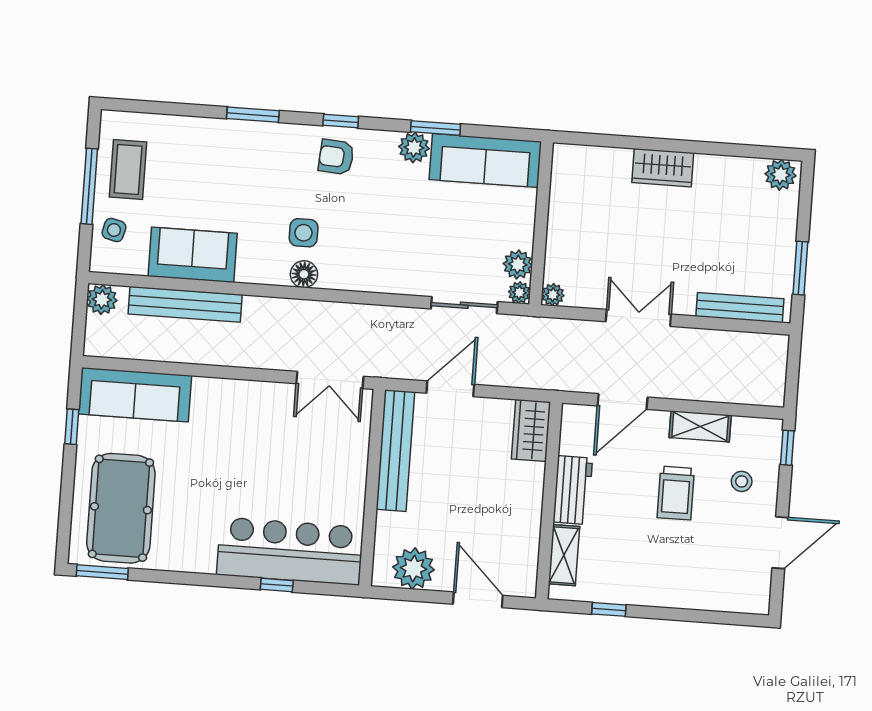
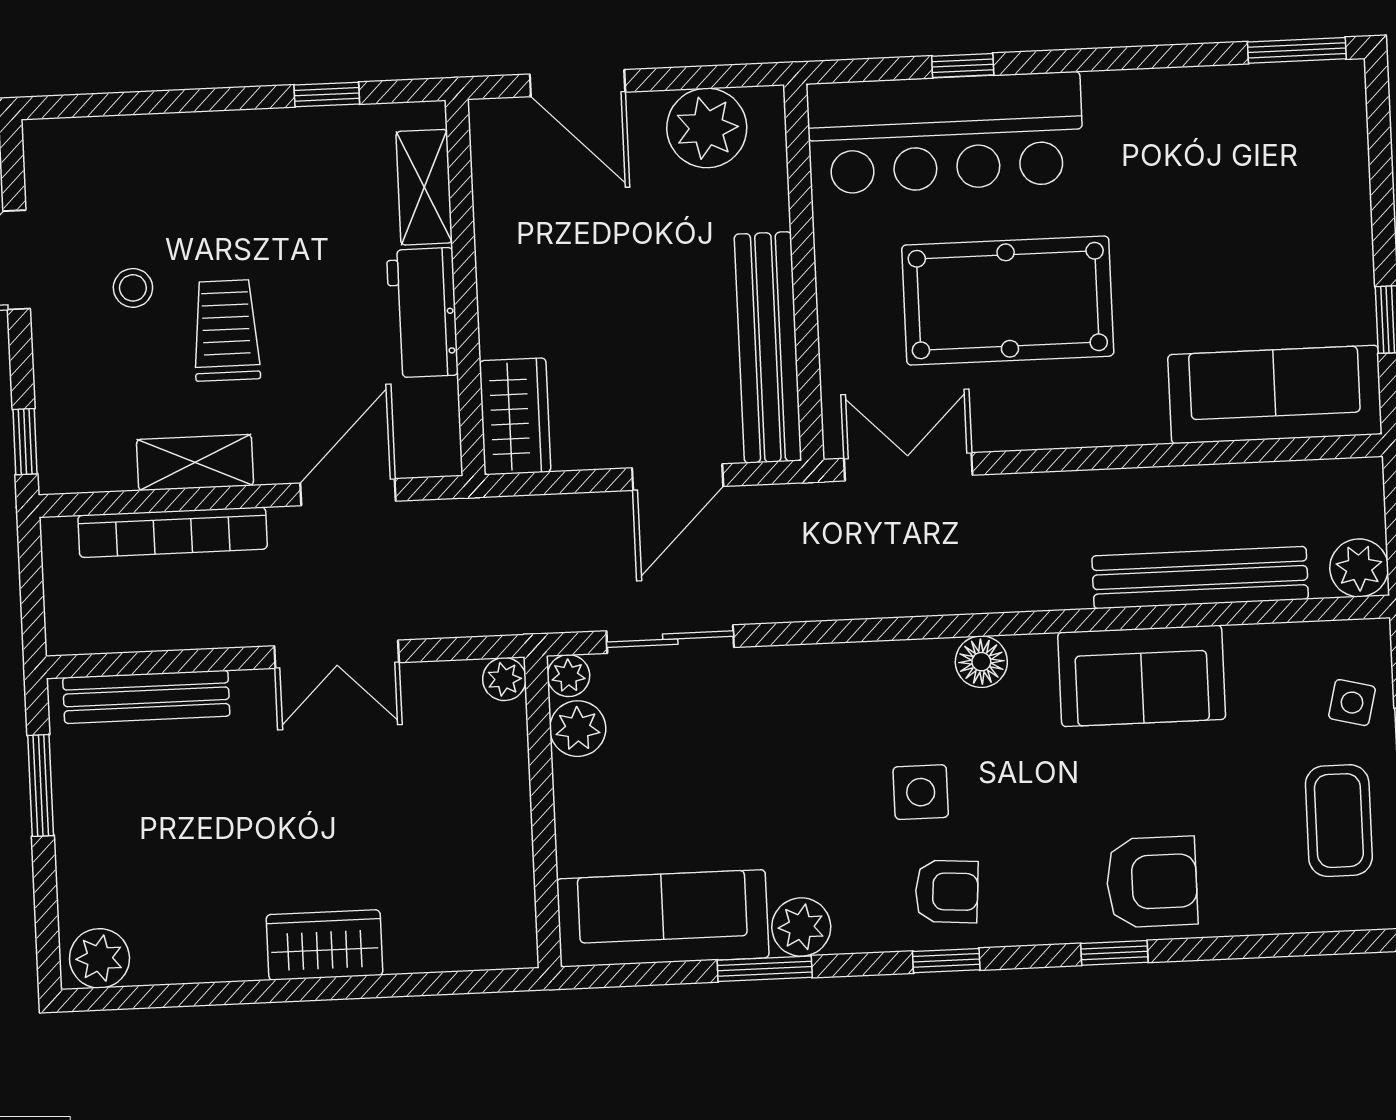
window: (253, 115) -> (1114, 953), width x0.67
armchair: (229, 149) -> (1152, 882), added
side table: (304, 233) -> (921, 792), moved
sofa: (193, 255) -> (1142, 676), moved
bookcase: (716, 392) -> (173, 532), added
stool: (742, 481) -> (133, 288), moved
pool table: (121, 508) -> (1008, 301), moved, turned 90

